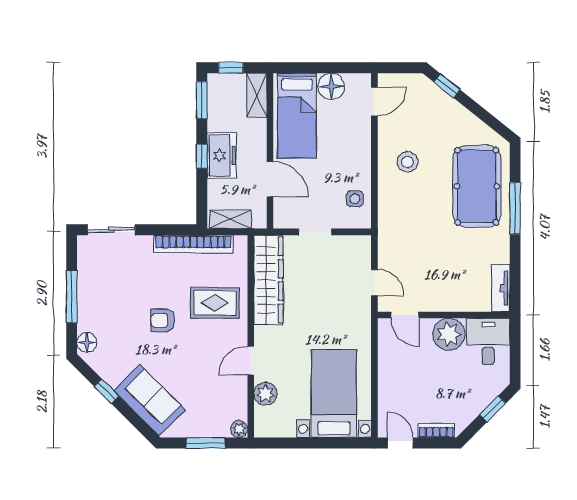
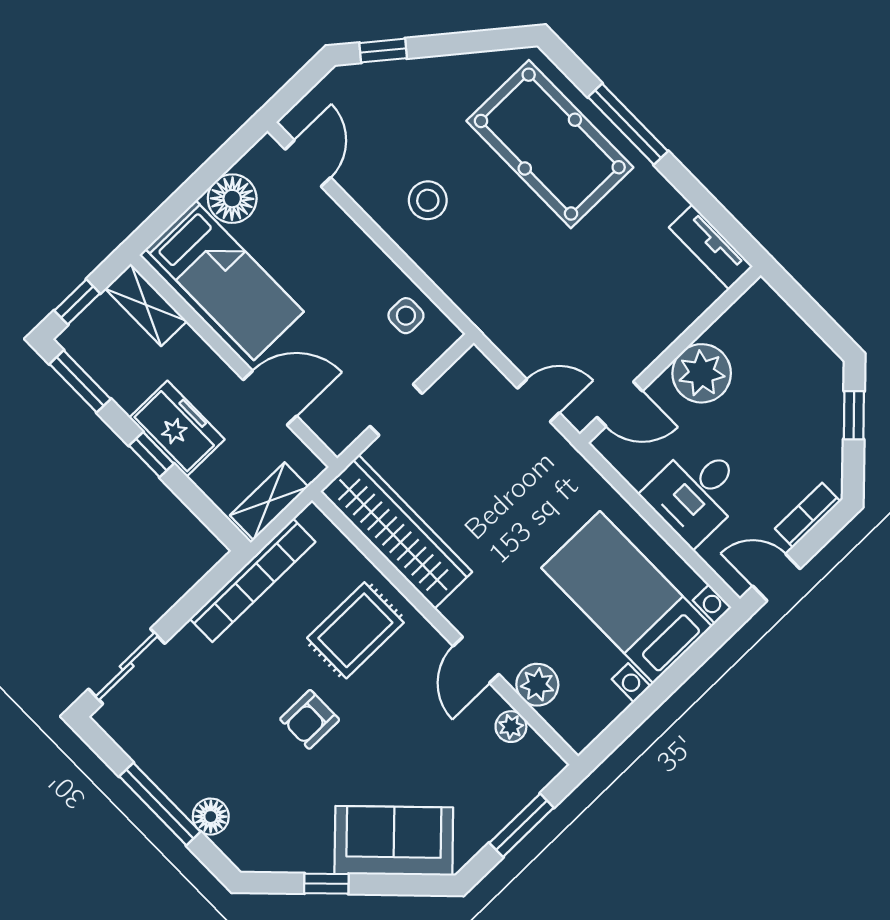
floor lamp: (87, 342) -> (211, 817), moved
desk: (488, 342) -> (696, 493), moved, turned -90
plant: (239, 429) -> (511, 727), moved

